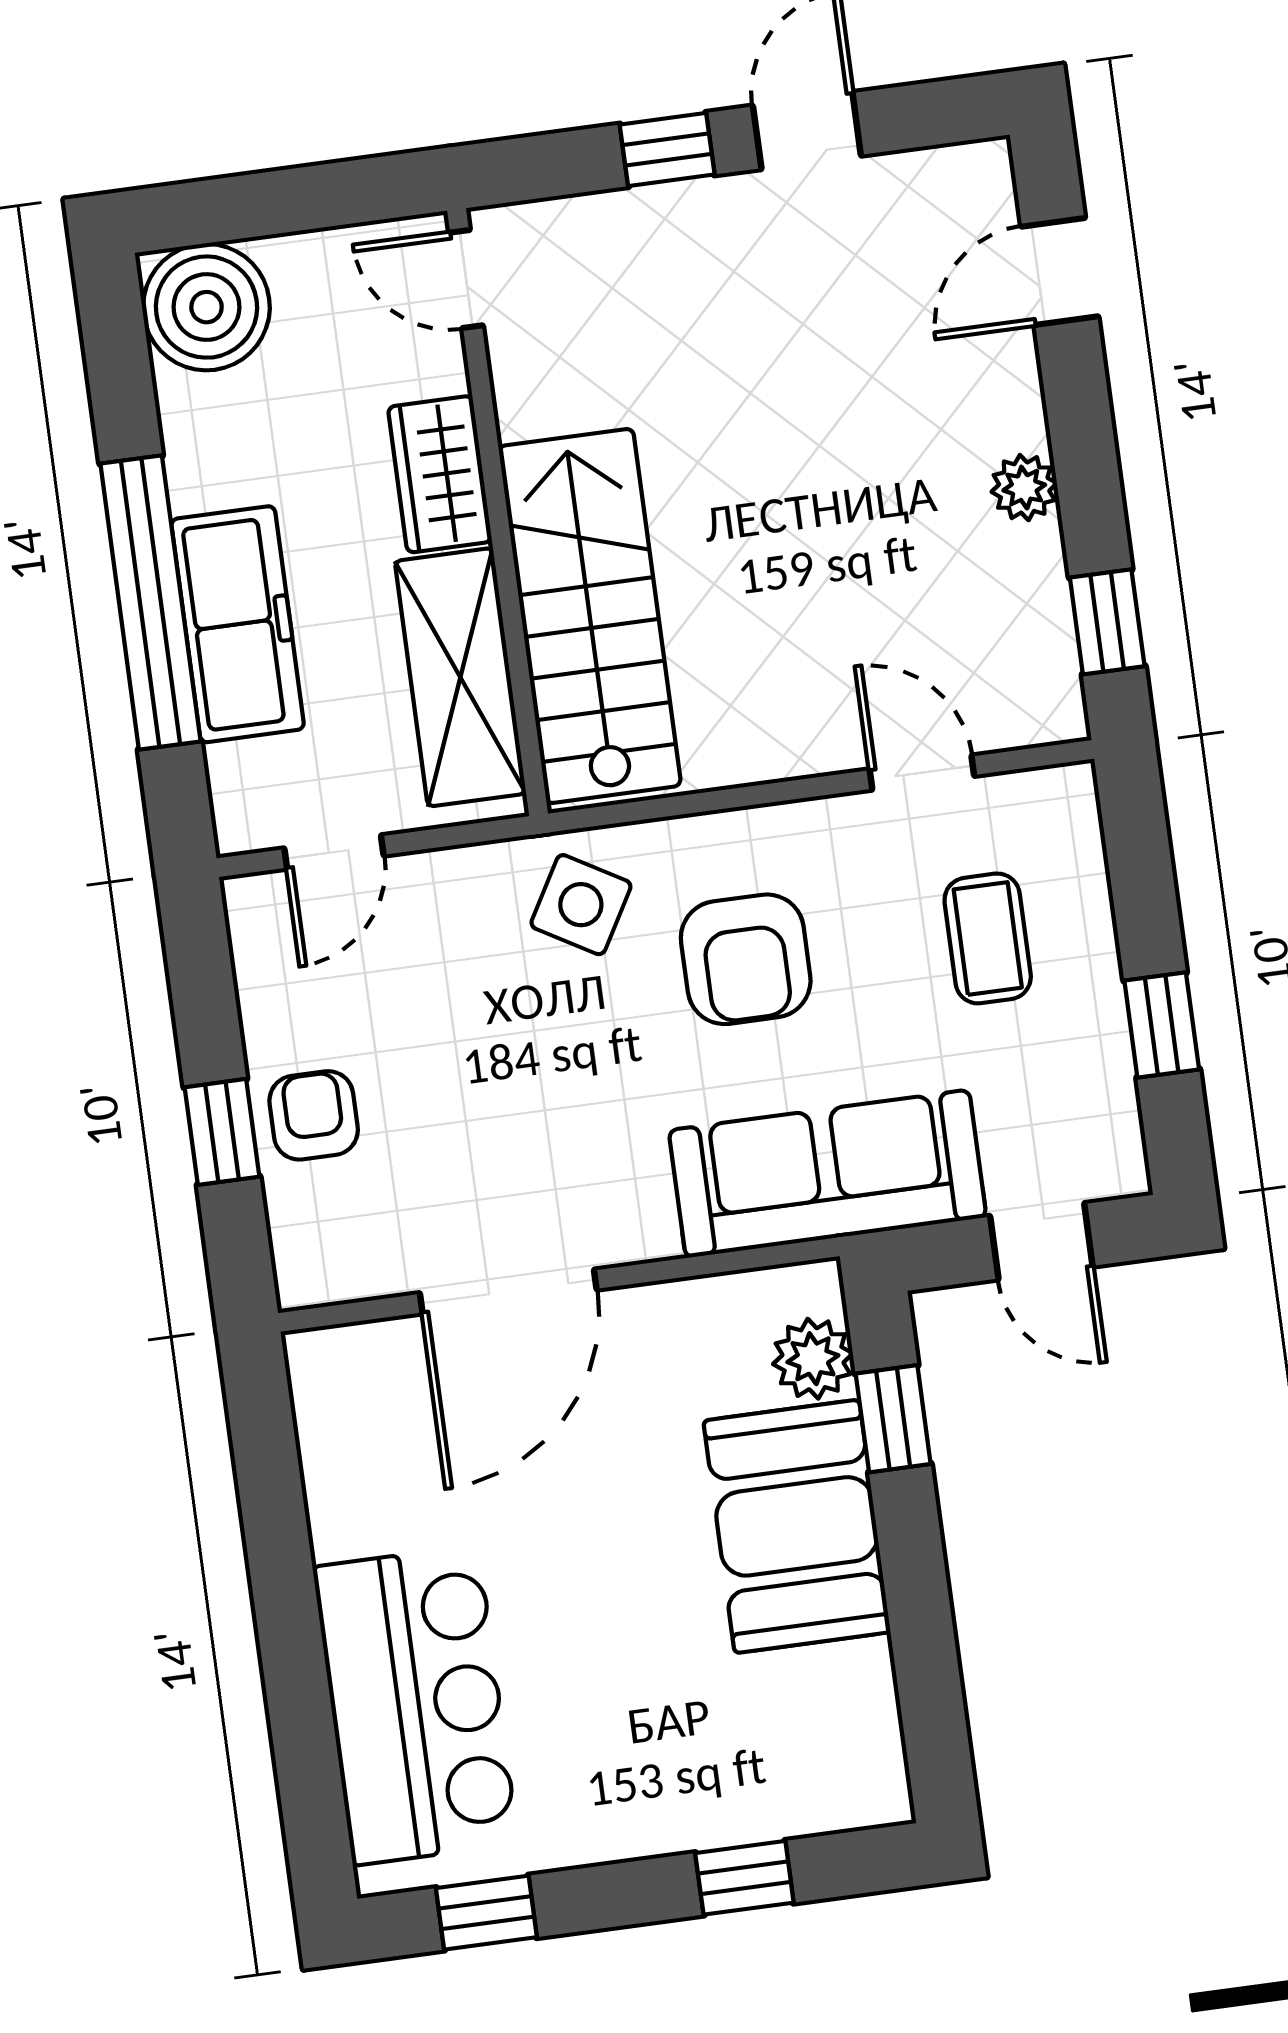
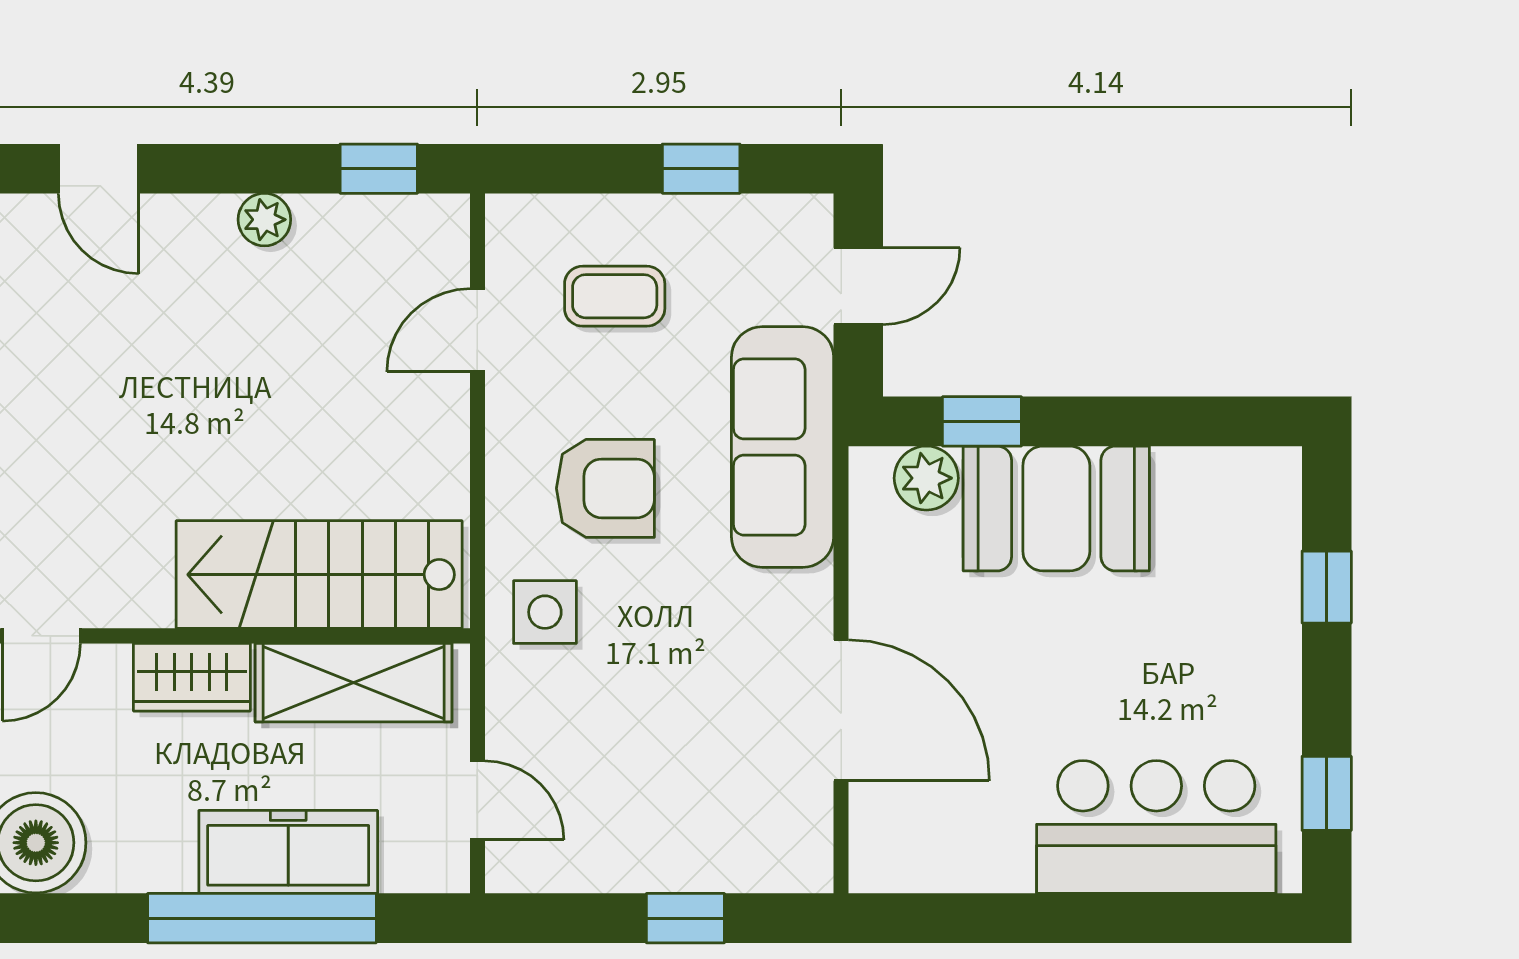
side table: (581, 905) -> (545, 612), turned -30
armchair: (314, 1115) -> (682, 844), removed

